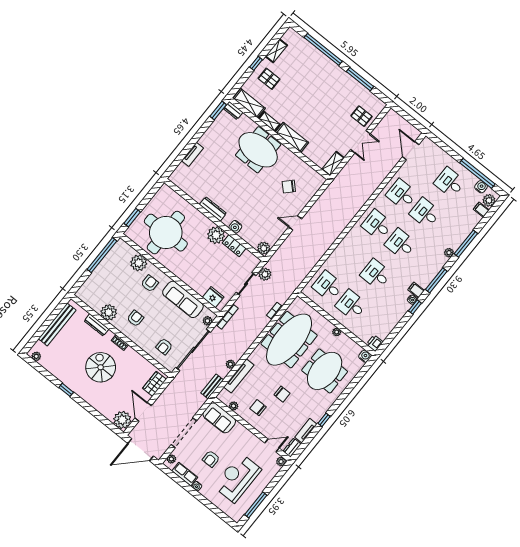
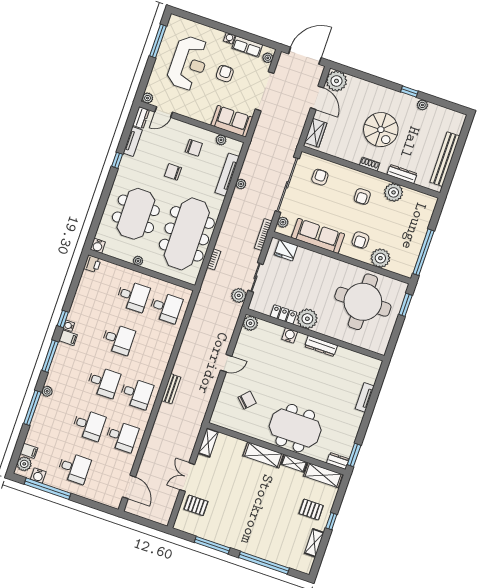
plant: (36, 356) -> (422, 105), moved
bench: (212, 386) -> (171, 389), moved

